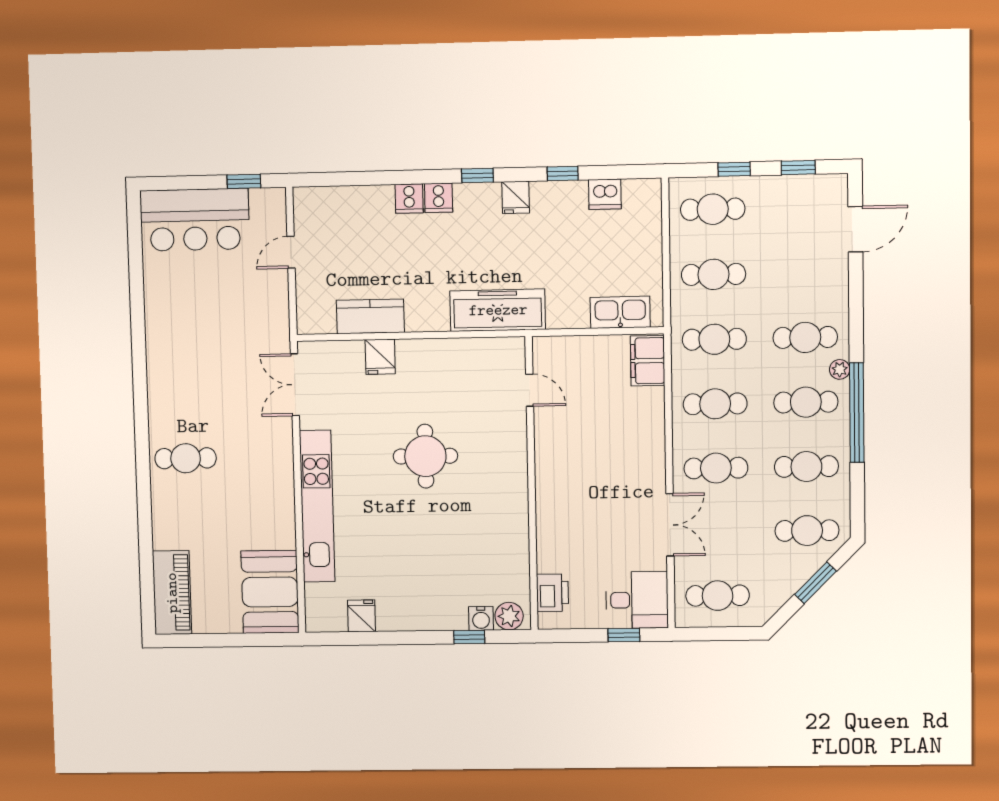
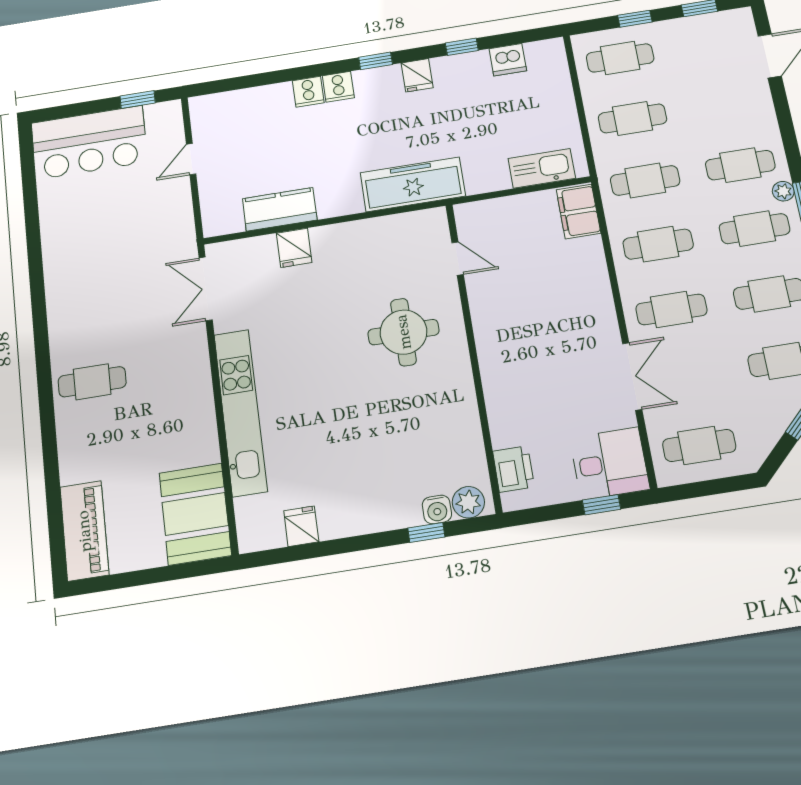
round table: (425, 456) -> (403, 332), moved

